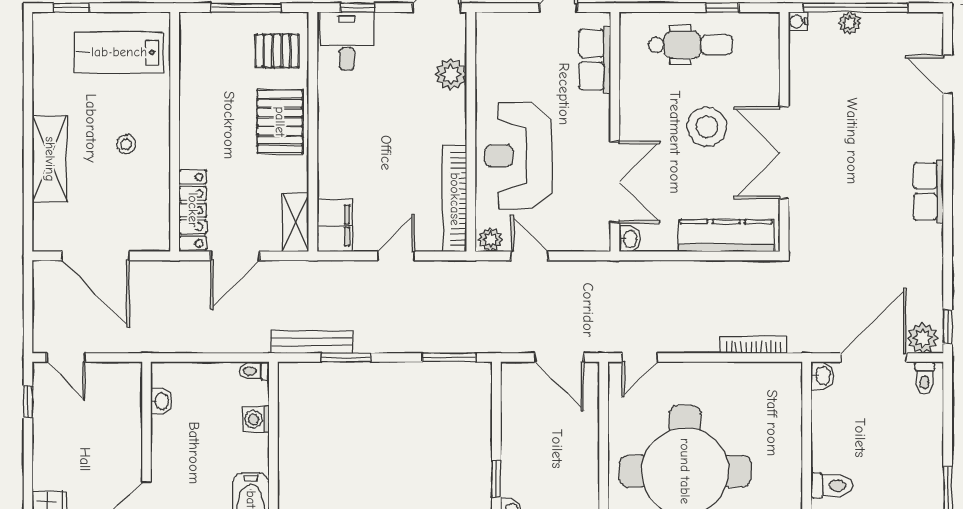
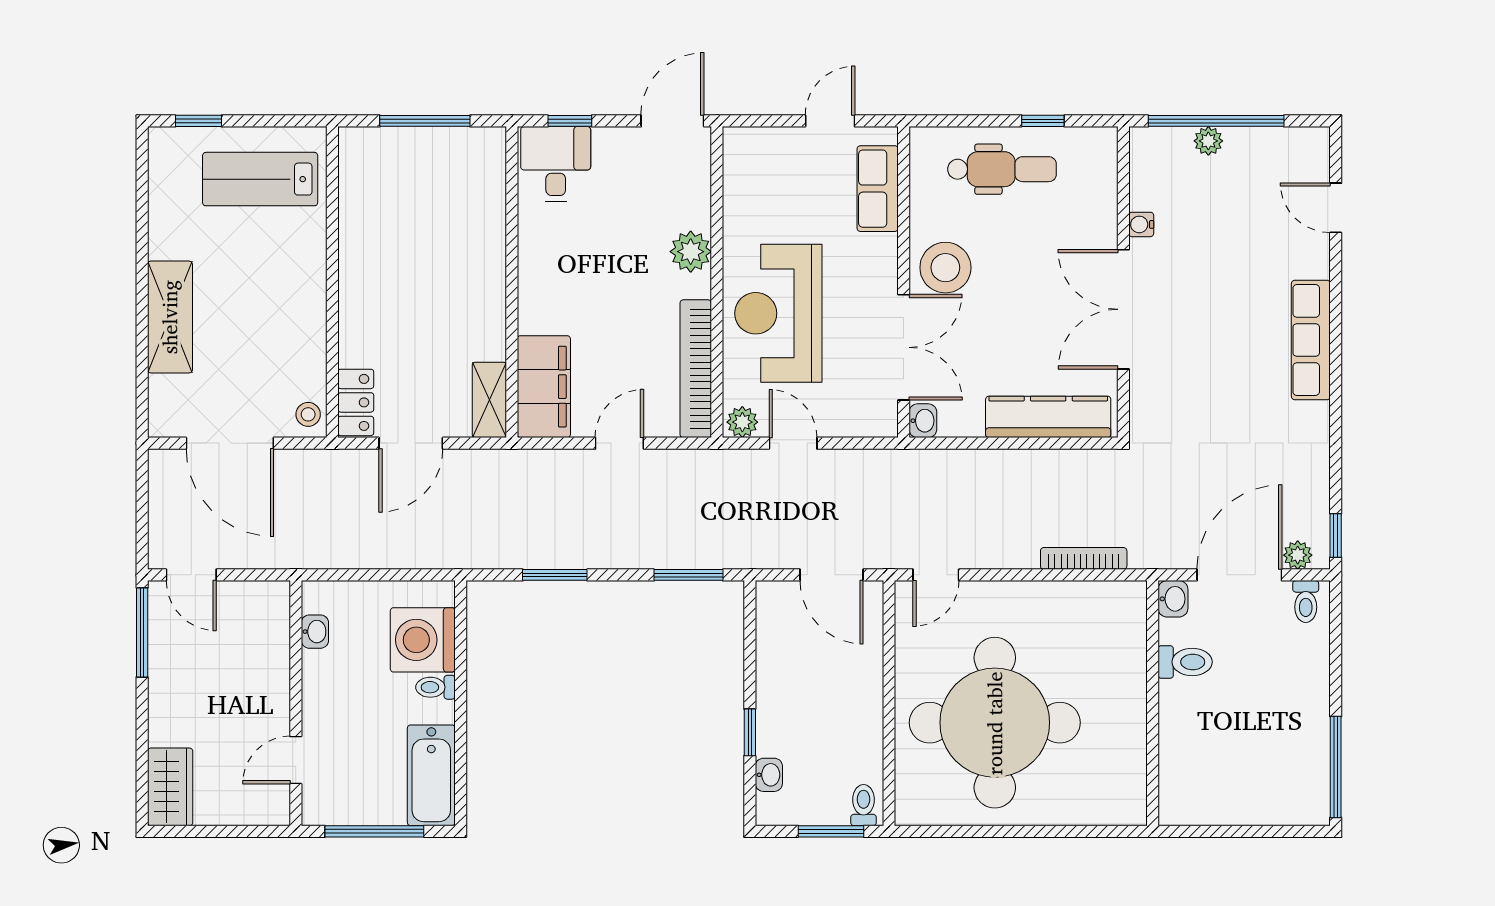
water cooler: (798, 21) -> (1141, 224), moved
pallet: (277, 51) -> (465, 177), removed
plant: (451, 74) -> (691, 252), moved
pallet: (280, 122) -> (469, 269), removed
stool: (707, 127) -> (945, 268), moved
stool: (126, 144) -> (308, 414), moved
row of seats: (929, 191) -> (1311, 340), width x1.48
locker: (193, 210) -> (356, 402), width x0.66
filing cabinet: (335, 225) -> (544, 387), width x1.50, depth x1.17
plant: (923, 338) -> (1298, 555), width x0.73, depth x0.73
bench: (312, 342) -> (510, 555), removed
toilet: (254, 371) -> (435, 687), moved
window: (28, 402) -> (142, 632), width x2.17
washing machine: (256, 419) -> (423, 640), width x1.89, depth x1.89
toilet: (832, 485) -> (1185, 662), moved

